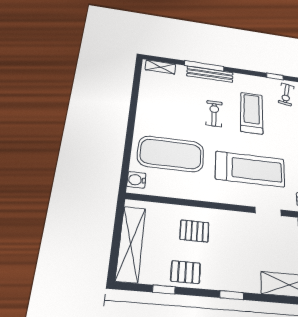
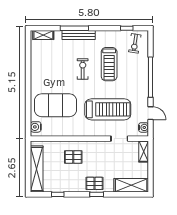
treadmill: (252, 113) -> (109, 64), turned 180
pallet: (186, 272) -> (95, 183), moved

